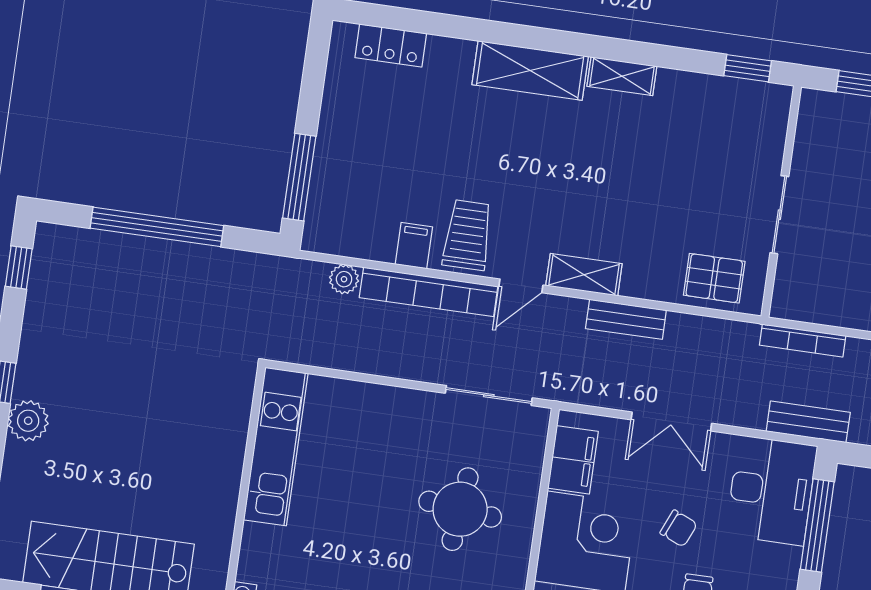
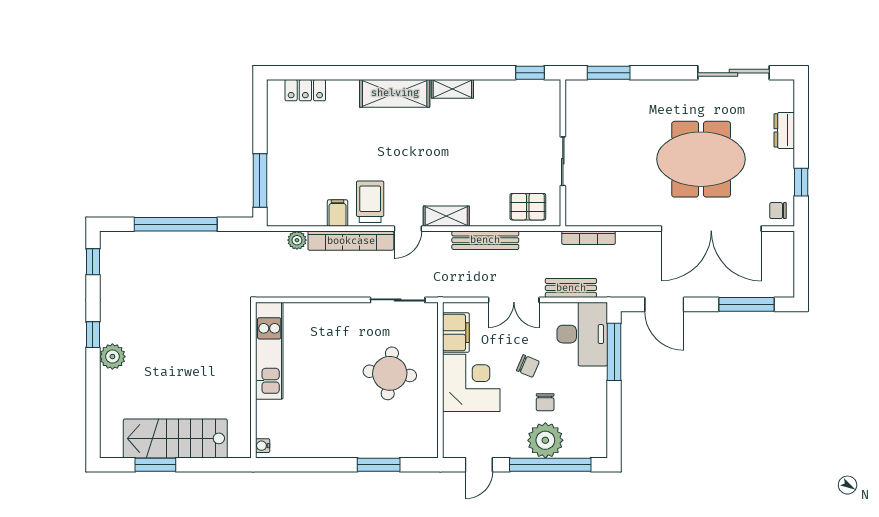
bench: (626, 319) -> (485, 240), width x1.36
bench: (808, 422) -> (571, 288), moved

